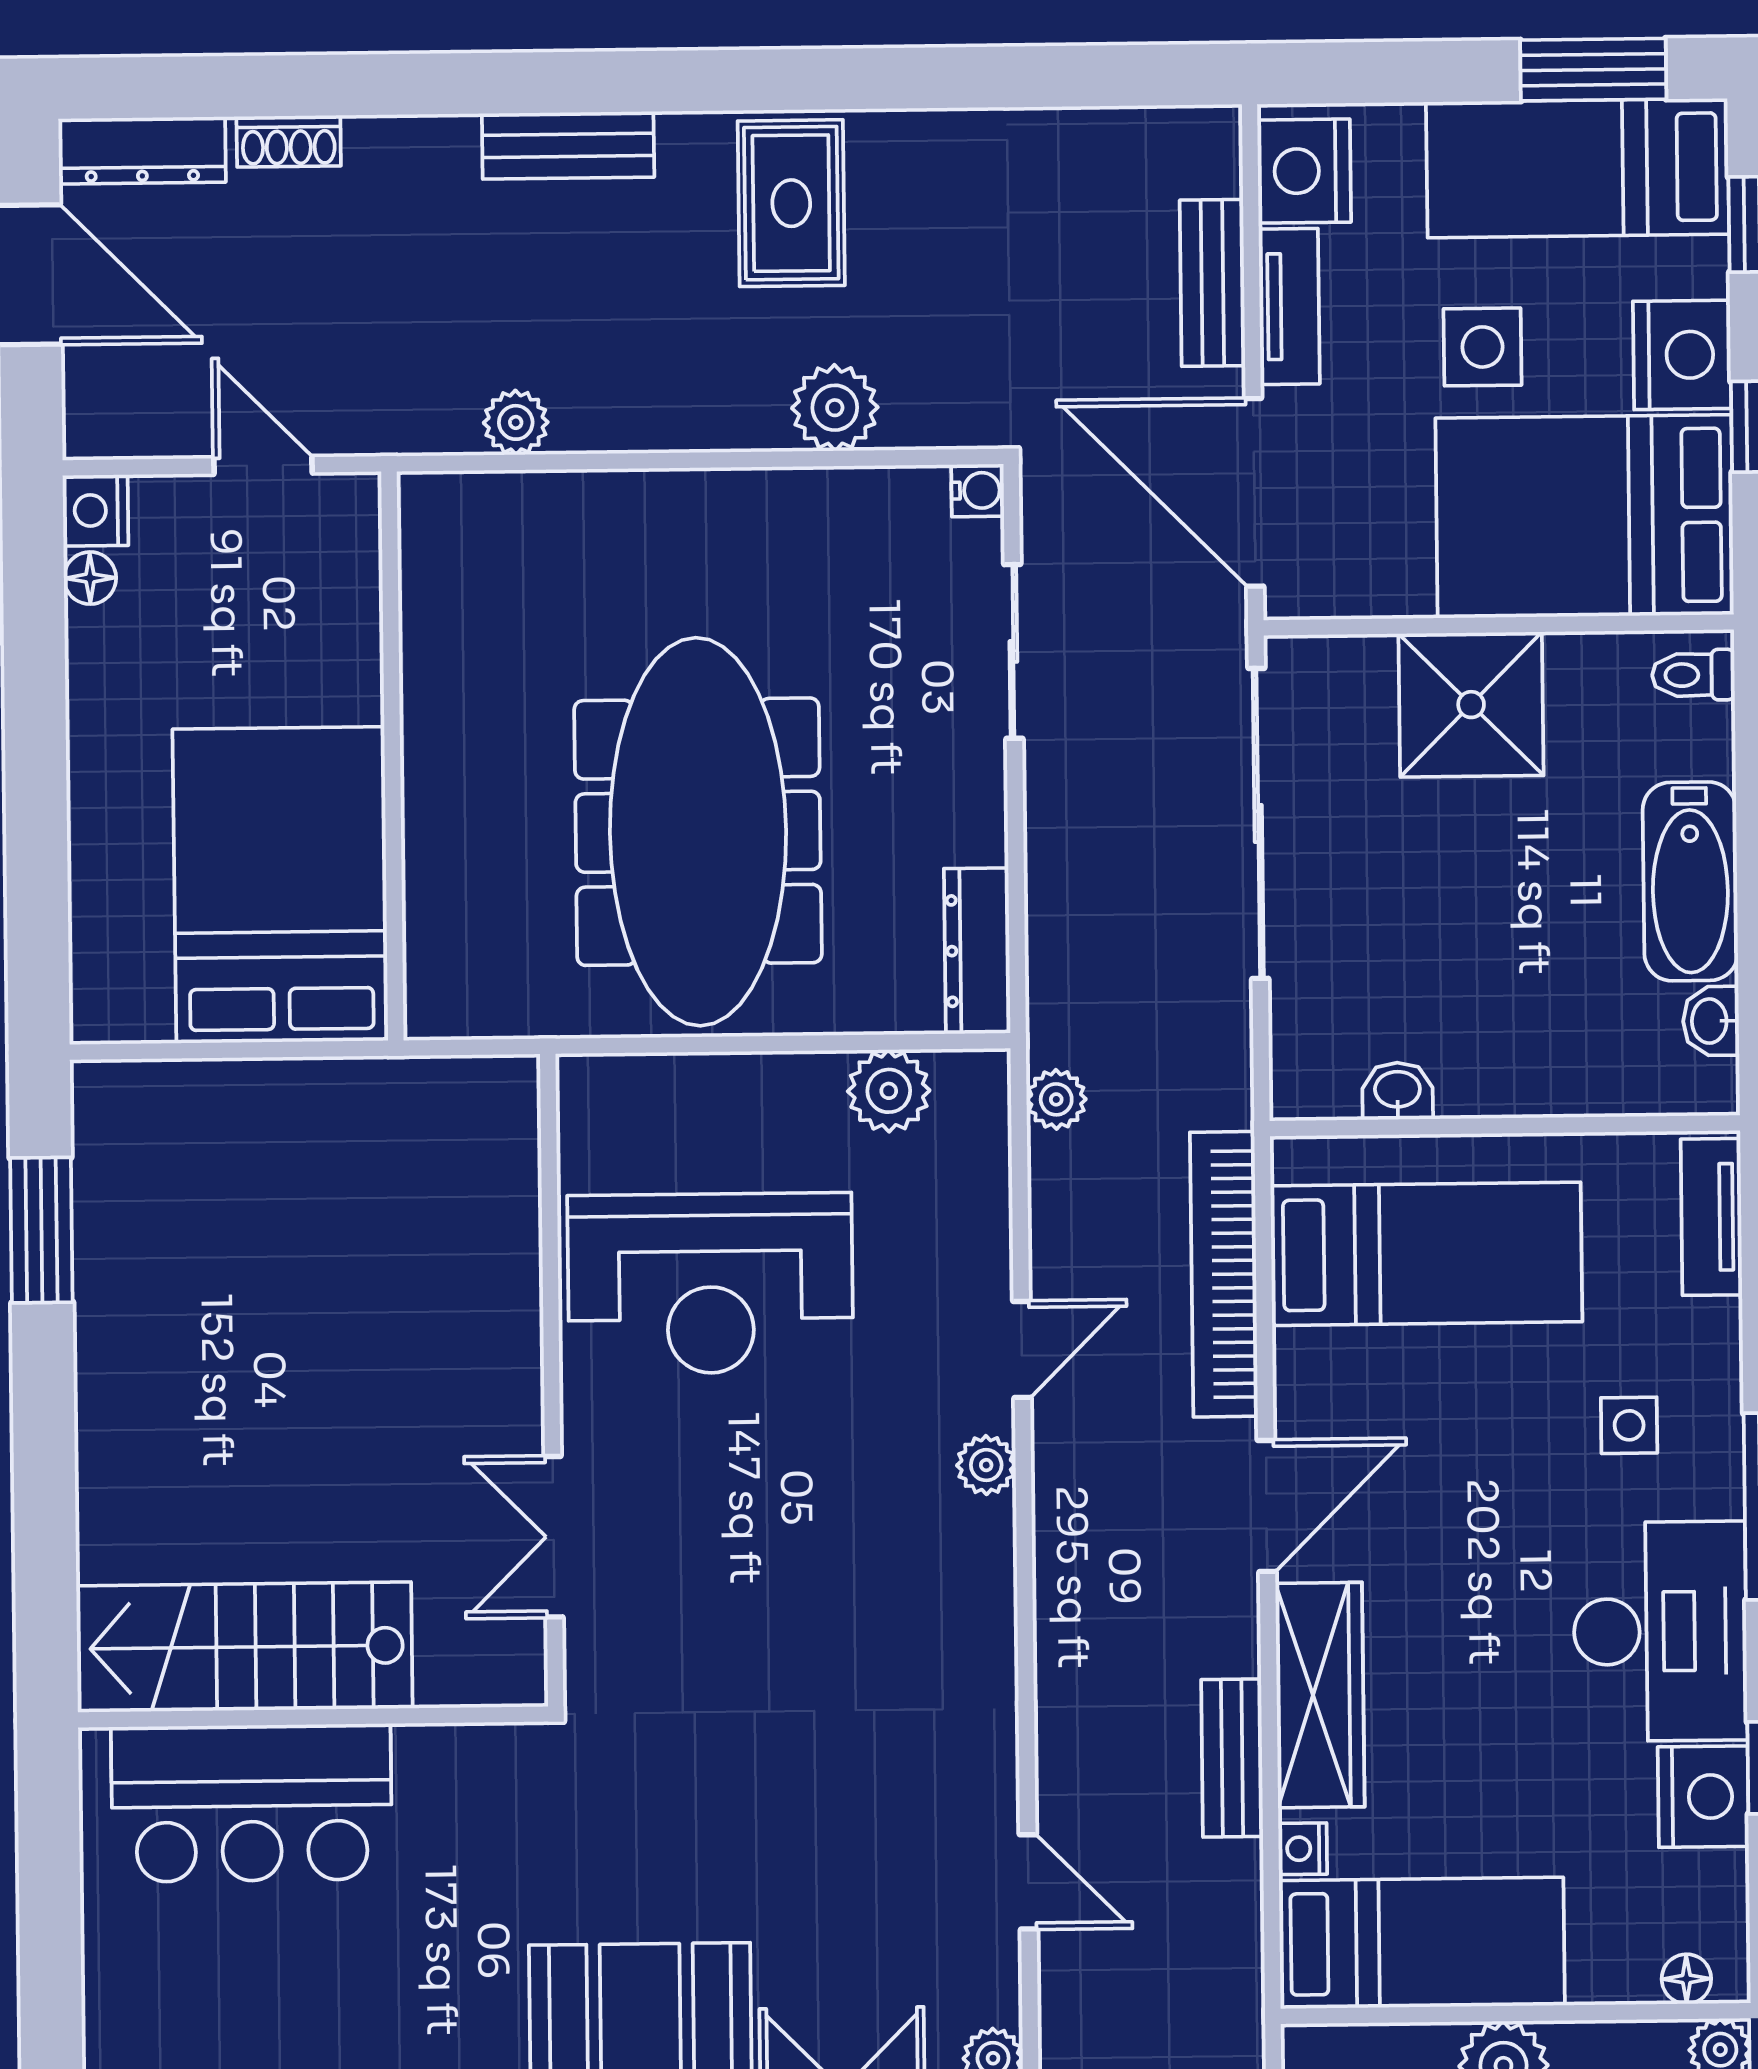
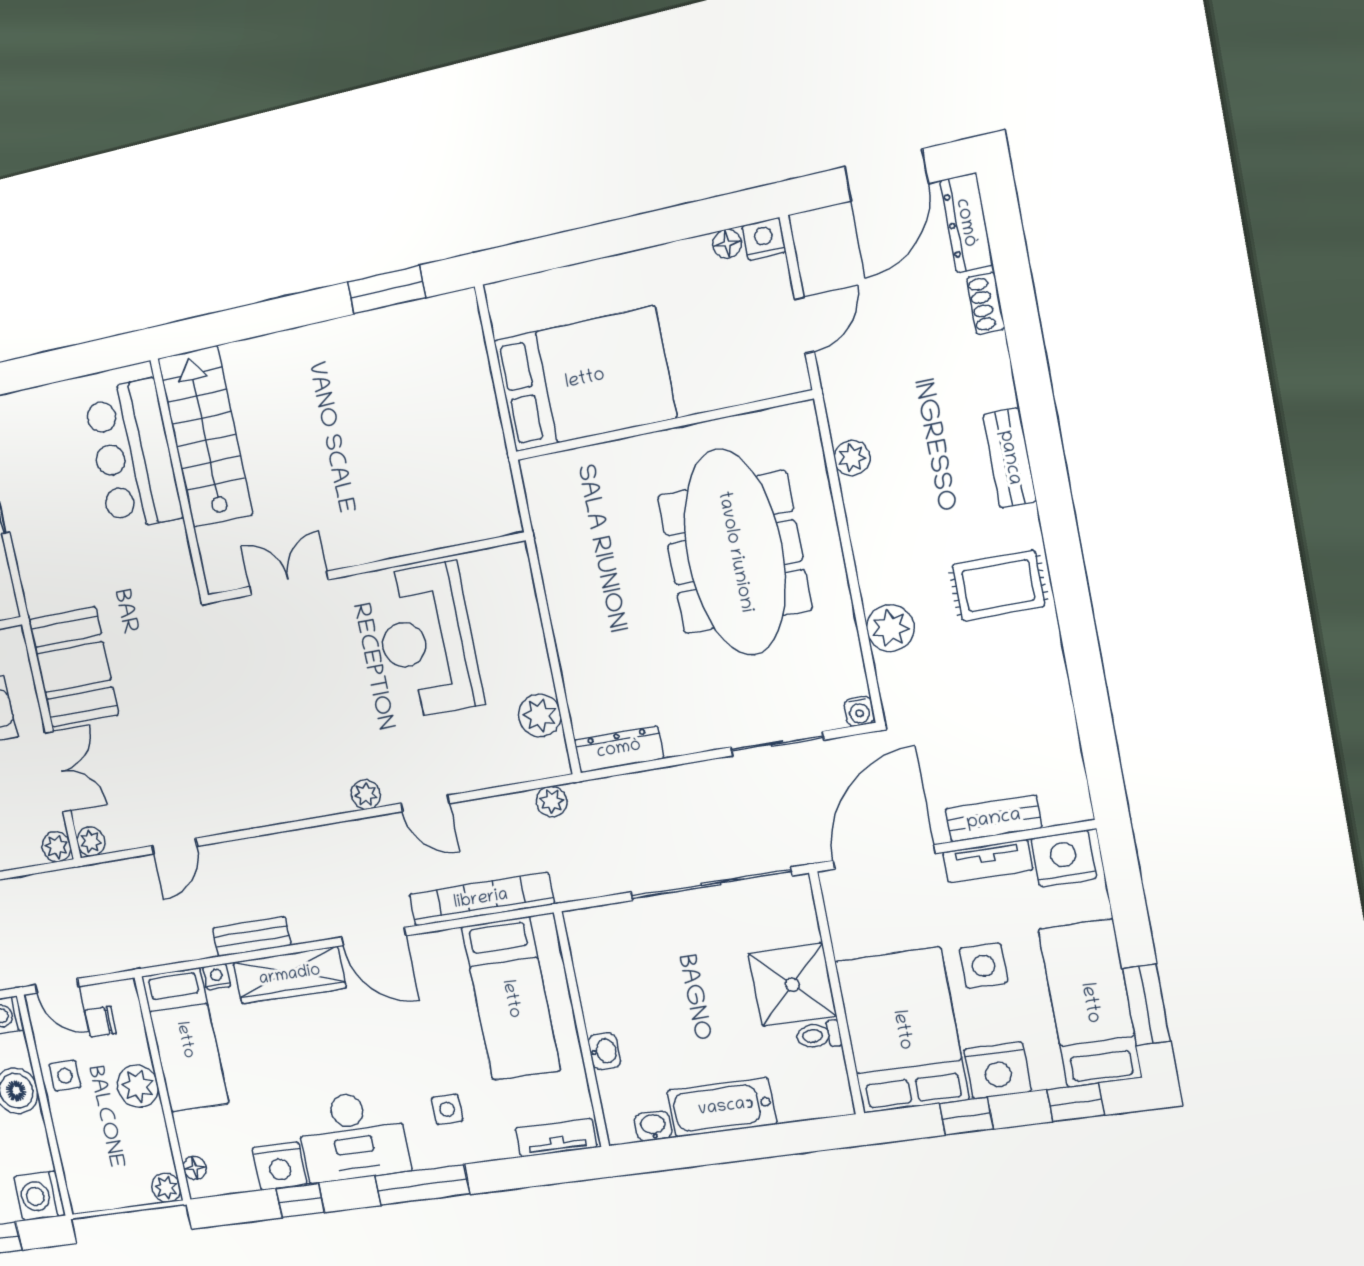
toilet: (1693, 675) -> (819, 1035), moved, turned -90
meeting table: (698, 832) -> (735, 552), moved, turned 90
washbasin: (1398, 1091) -> (604, 1051), moved

